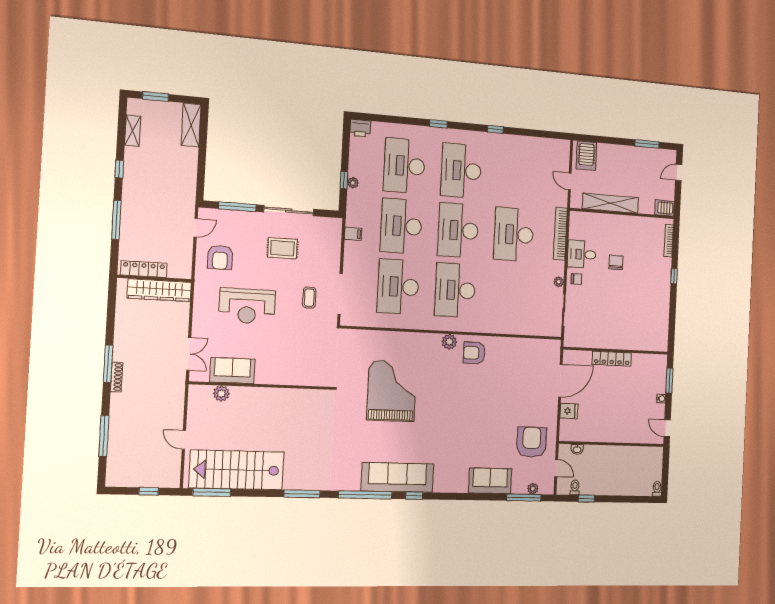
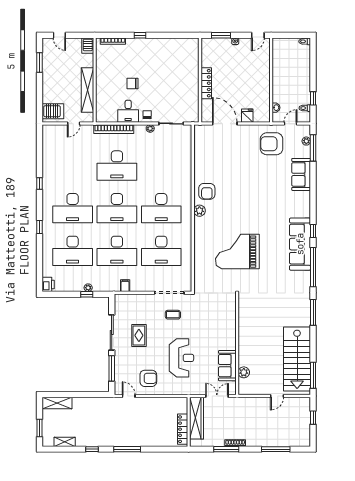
locker: (144, 269) -> (183, 429), moved
wall: (154, 279) -> (189, 422), moved
wardrobe: (159, 290) -> (196, 418), moved

